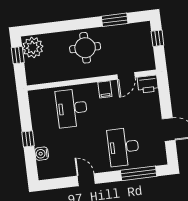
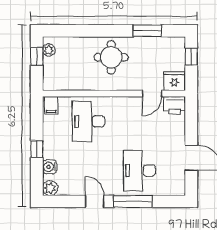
plant: (33, 47) -> (49, 50), width x0.53, depth x0.53
fridge: (145, 62) -> (175, 81), added
filing cabinet: (105, 89) -> (51, 105), moved
plant: (44, 173) -> (50, 188), added
window: (139, 173) -> (133, 201), moved

